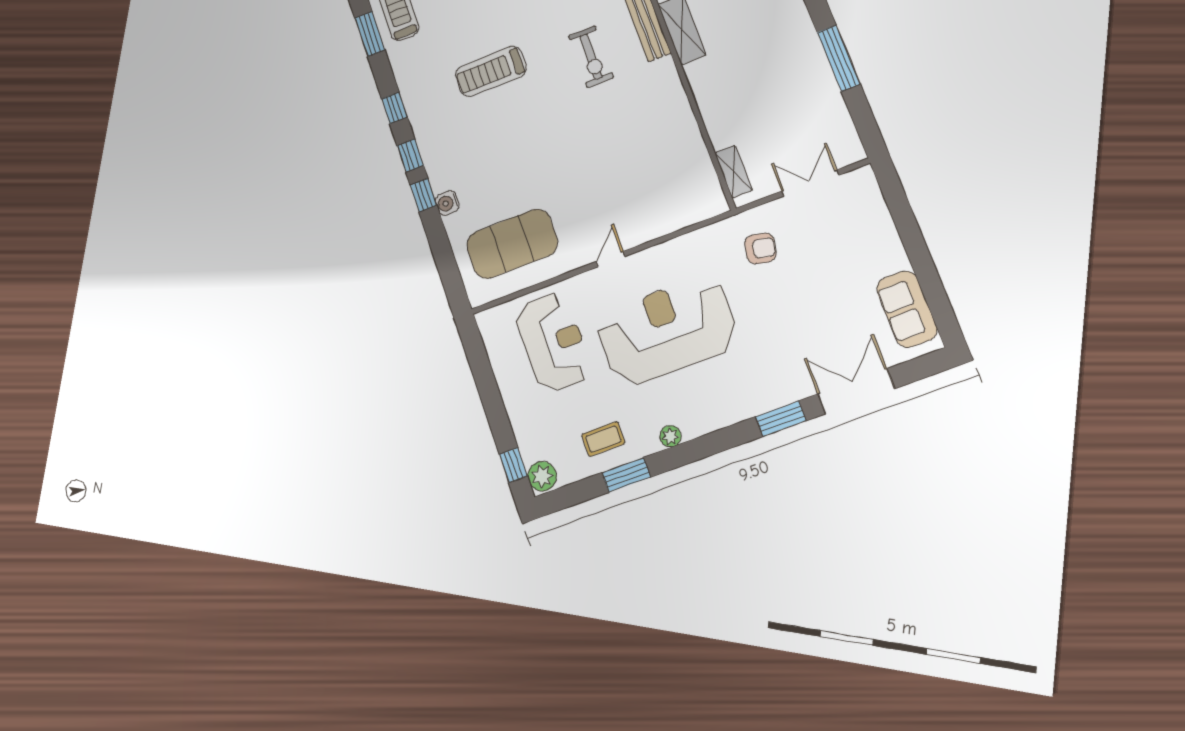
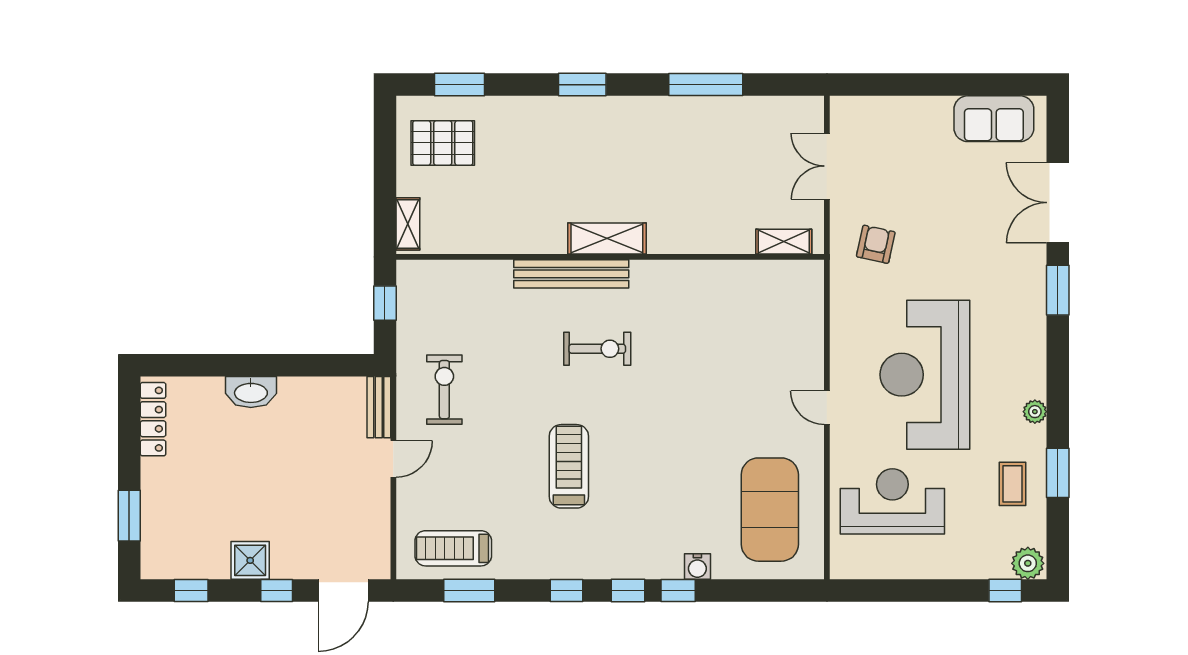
treadmill: (491, 71) -> (569, 466), turned 180

